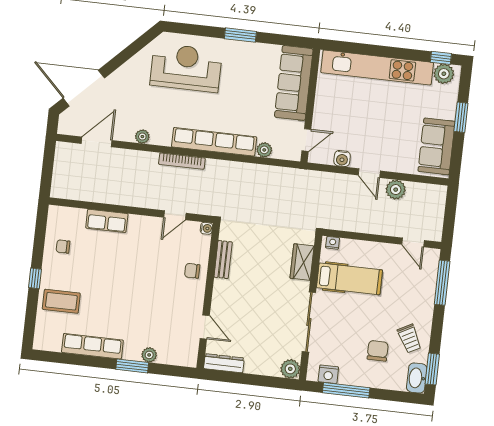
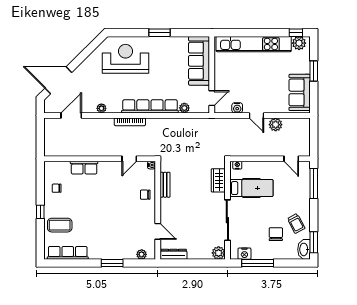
row of seats: (92, 346) -> (68, 253), moved
plant: (149, 355) -> (142, 254), moved

